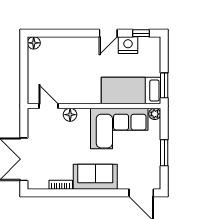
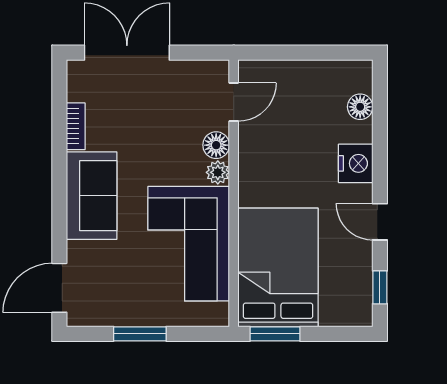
floor lamp: (34, 43) -> (360, 107), moved
nightstand: (128, 45) -> (356, 163), moved
bed: (131, 91) -> (278, 267), width x1.50
plant: (155, 114) -> (218, 172), moved

